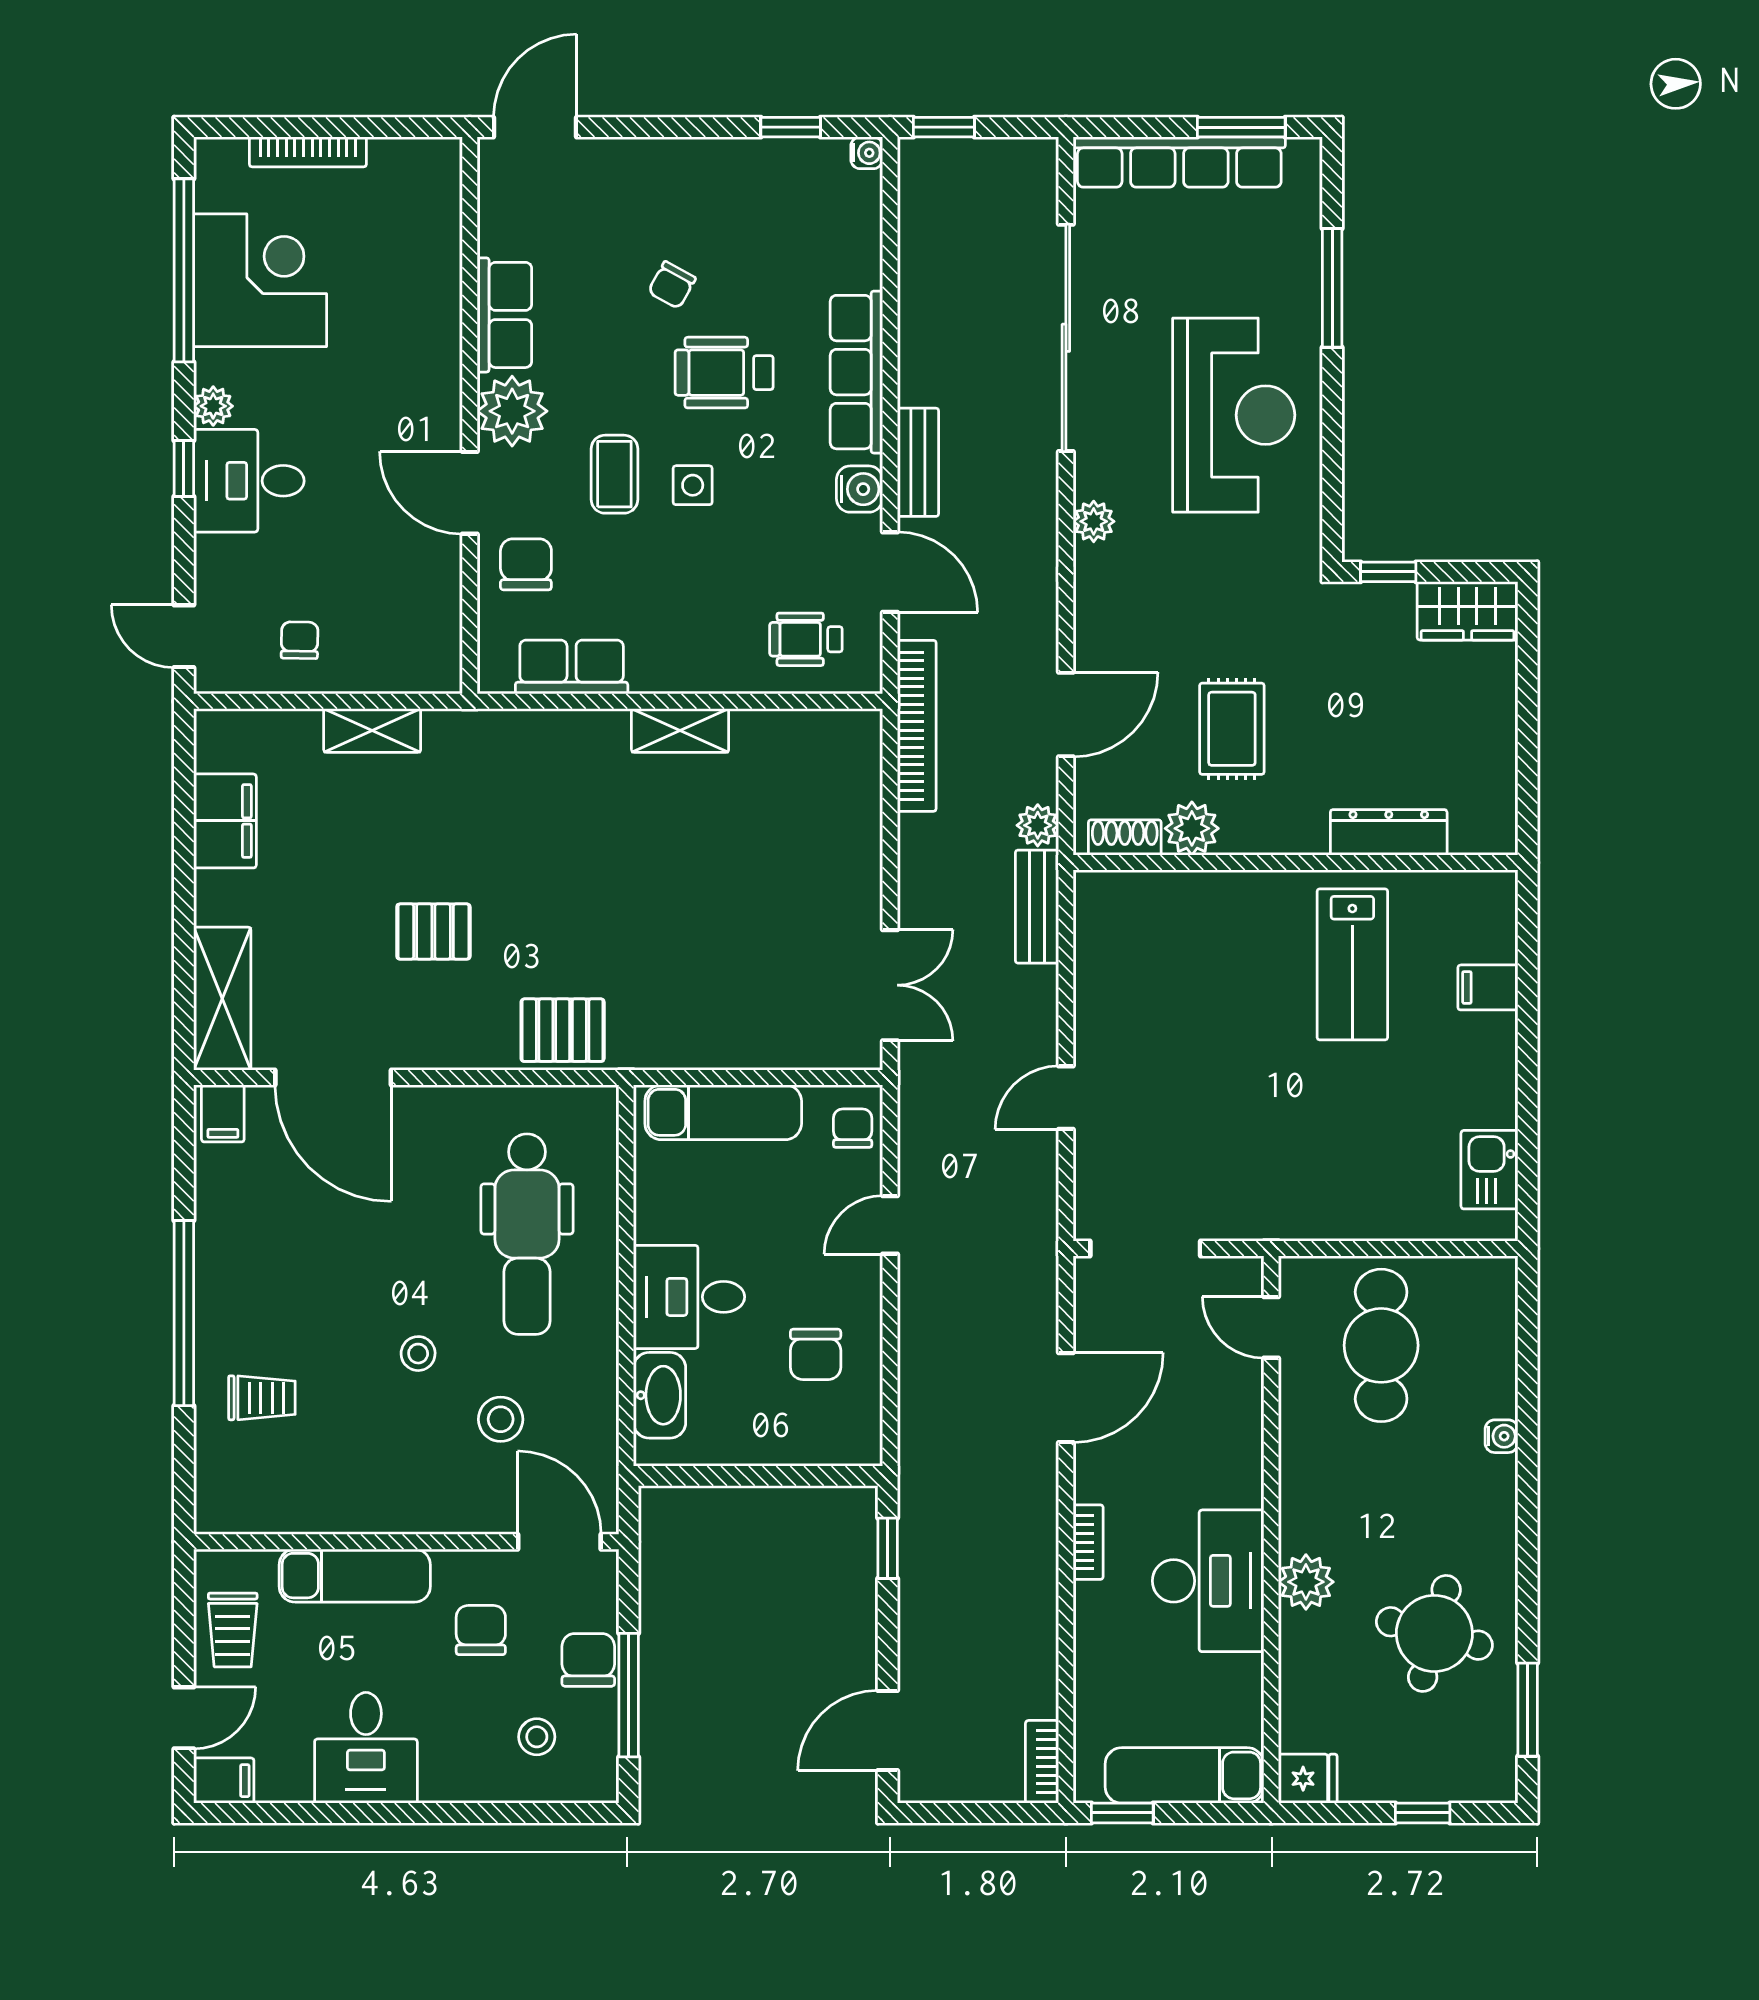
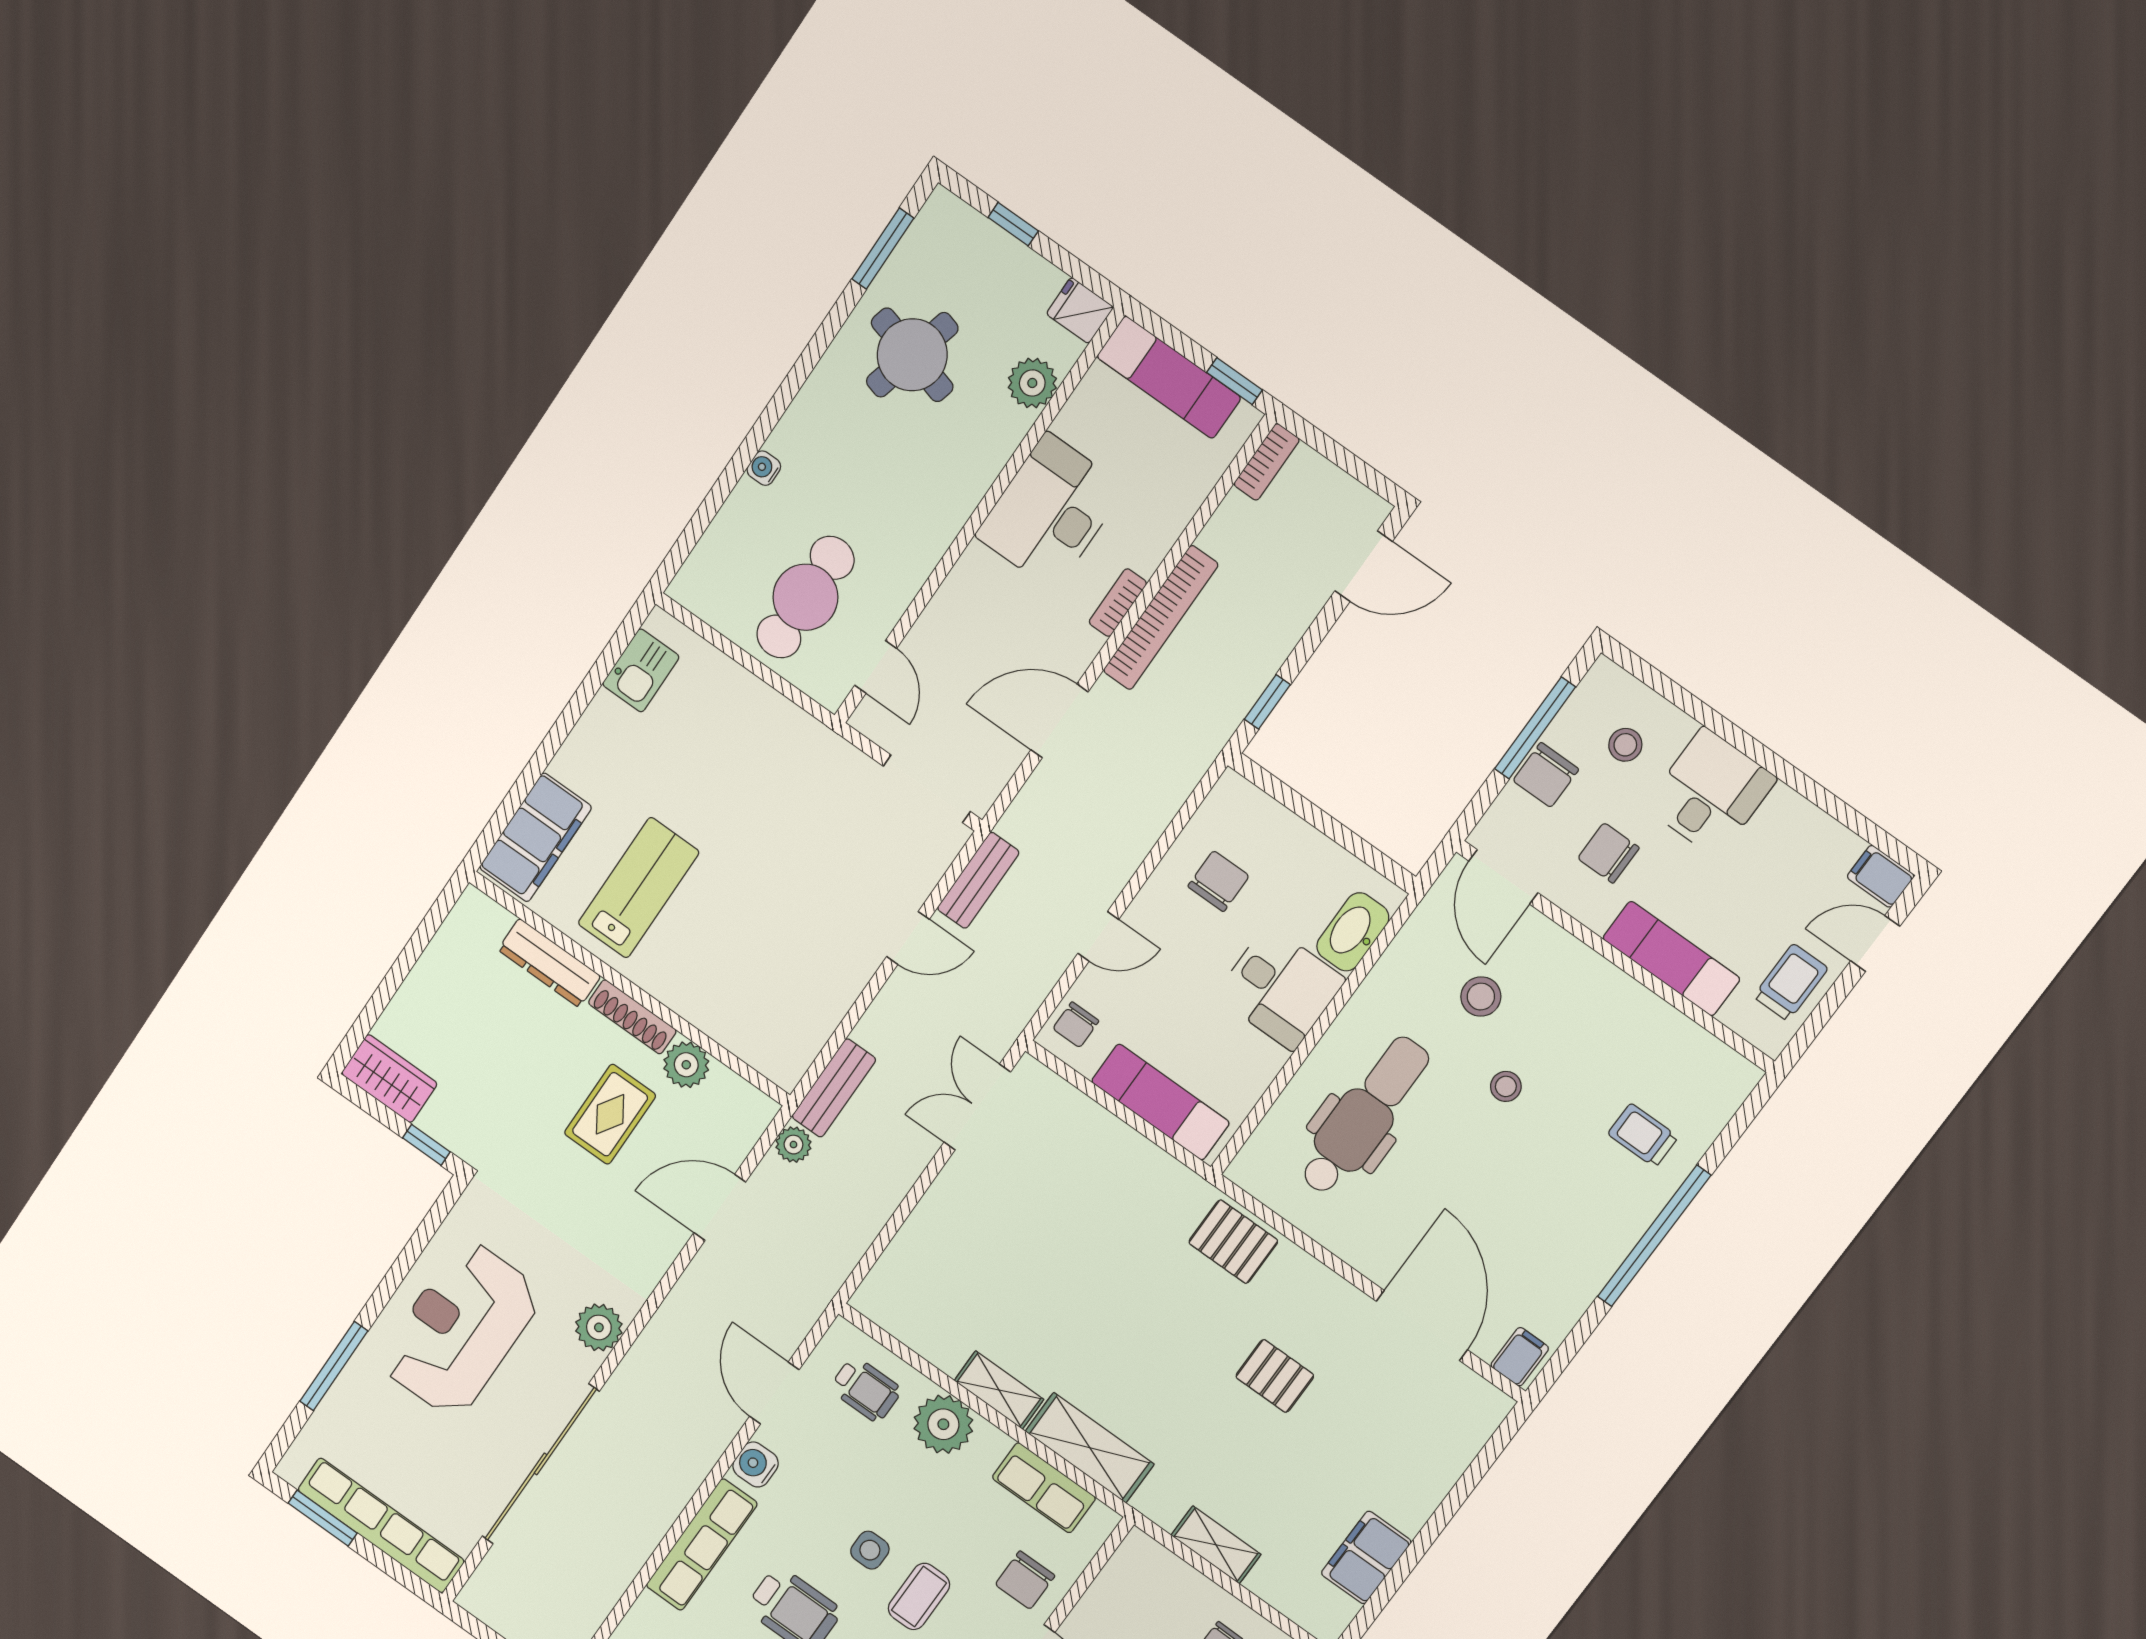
bench: (918, 462) -> (978, 880), moved
plant: (1094, 521) -> (599, 1327), width x1.38, depth x1.38
plant: (709, 659) -> (943, 1424), added
bookcase: (917, 726) -> (1161, 618), moved, turned 180
shoe rack: (1125, 838) -> (632, 1017), moved, width x1.43
filing cabinet: (1488, 987) -> (535, 837), width x3.00, depth x1.17
shelving: (222, 999) -> (1090, 1448), moved, turned 90
plant: (1306, 1582) -> (1032, 383), moved
chair: (481, 1630) -> (1608, 853), turned 90
desk: (366, 1748) -> (1710, 793), moved

